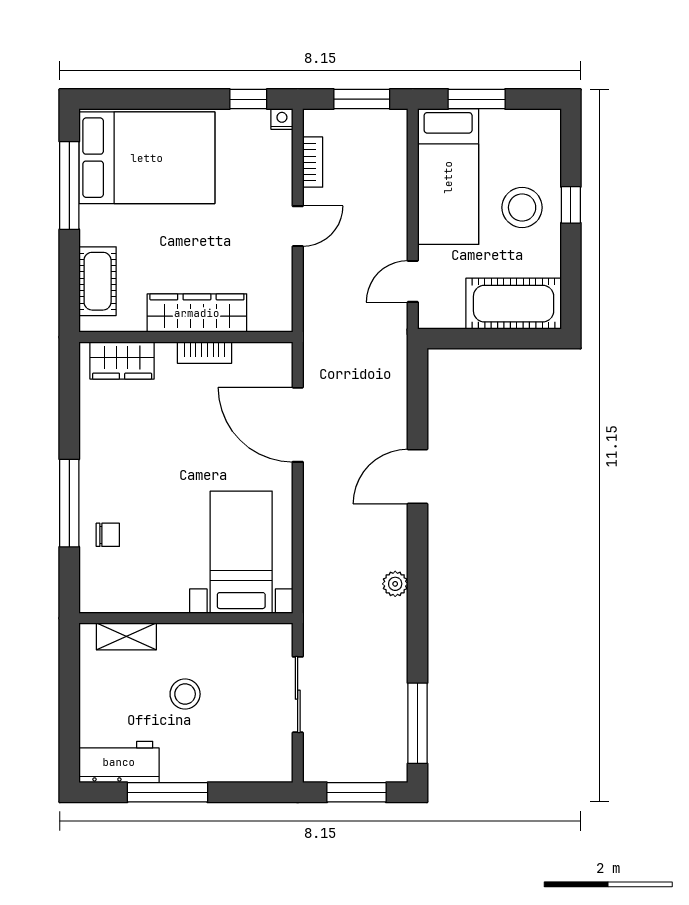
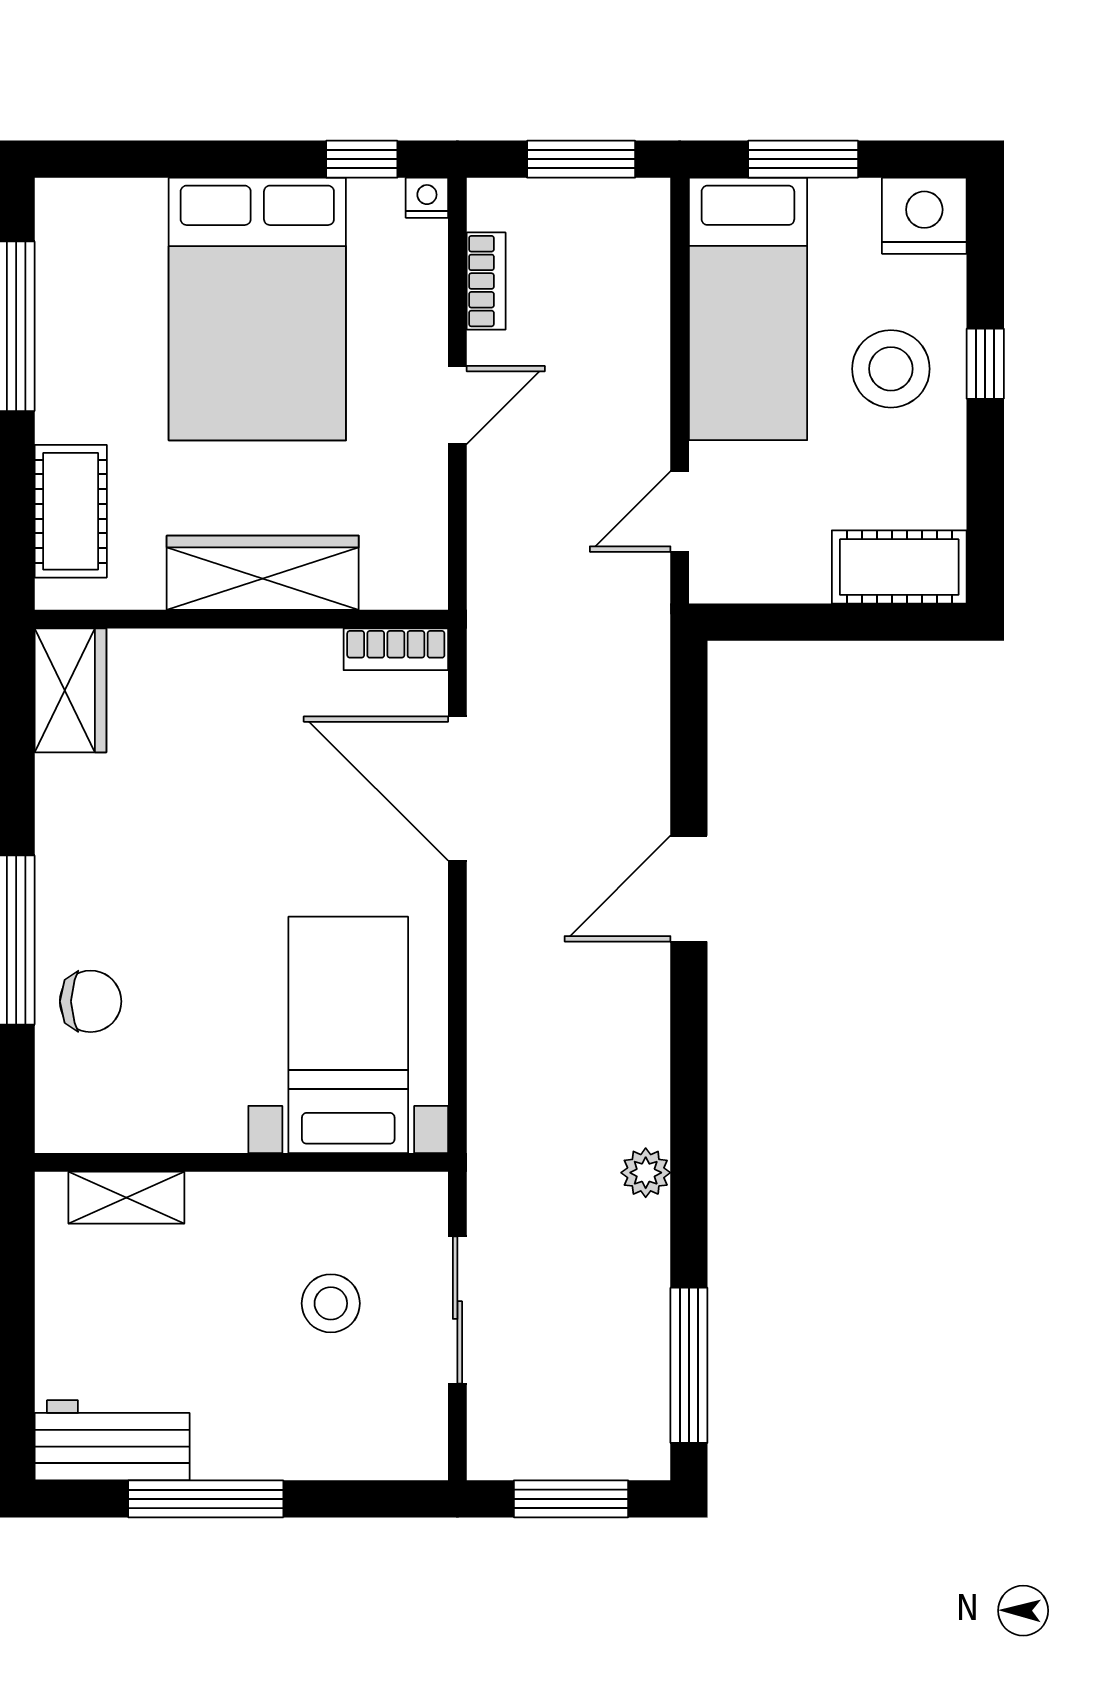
nightstand: (539, 128) -> (924, 216), added
bed: (147, 158) -> (257, 309), moved, turned 90
cot: (514, 304) -> (899, 567), width x0.73, depth x0.75
bookcase: (205, 353) -> (396, 649), moved
wardrobe: (122, 360) -> (71, 690), moved, turned -90
chair: (108, 535) -> (91, 1001), width x1.37, depth x1.37
plant: (395, 584) -> (646, 1173), moved
stool: (185, 694) -> (331, 1303), moved

